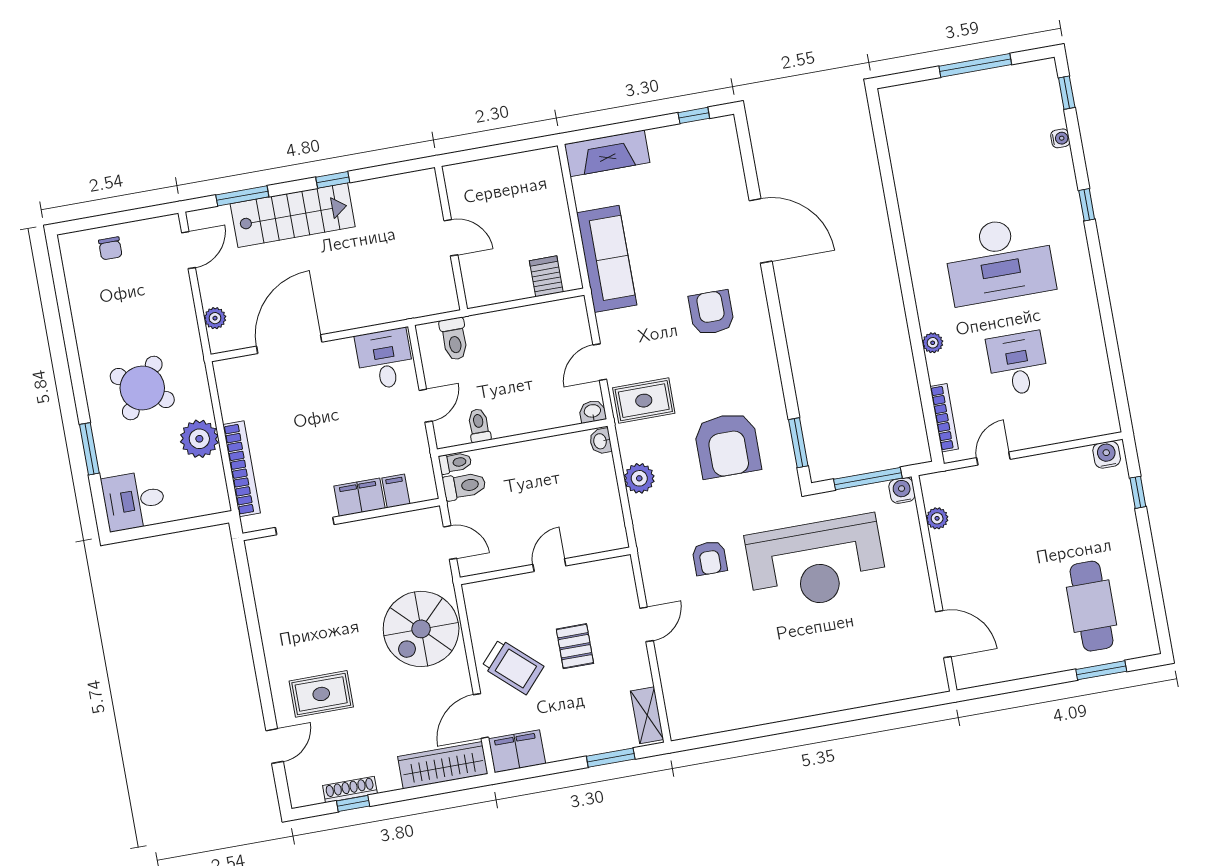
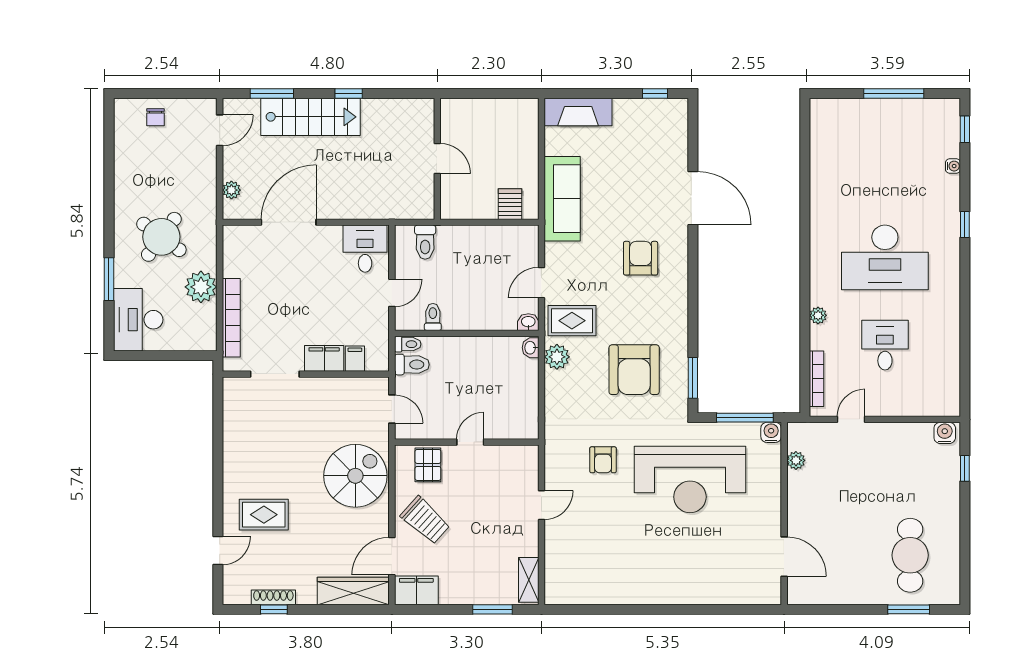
plant: (639, 478) -> (557, 357), moved
desk: (134, 501) -> (138, 320), width x1.37
spiral stairs: (421, 629) -> (355, 476), turned 180
pallet: (575, 646) -> (428, 465), moved

